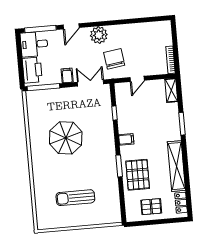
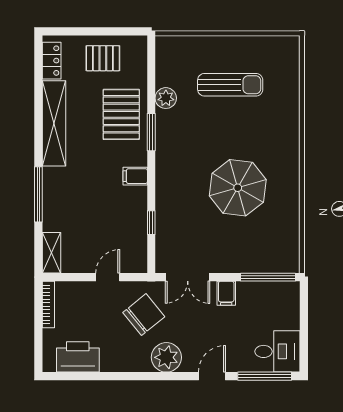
chair: (114, 59) -> (144, 315), turned -121
printer: (32, 70) -> (78, 357), moved, turned 90
window: (182, 124) -> (38, 194), width x1.44
plant: (112, 187) -> (166, 98), added

